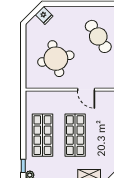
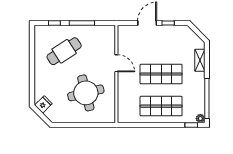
door: (86, 90) -> (116, 63), hinge flipped

